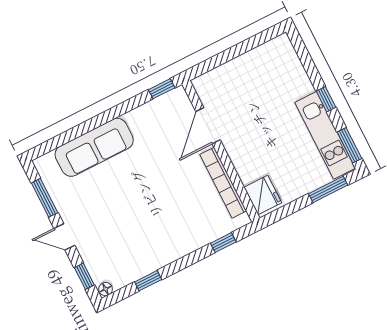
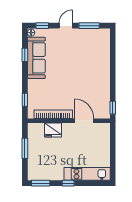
kitchen unit: (325, 135) -> (87, 174), moved
sofa: (94, 147) -> (36, 58), moved, turned 180
window: (328, 189) -> (25, 148), moved
fridge: (263, 195) -> (53, 130), moved

